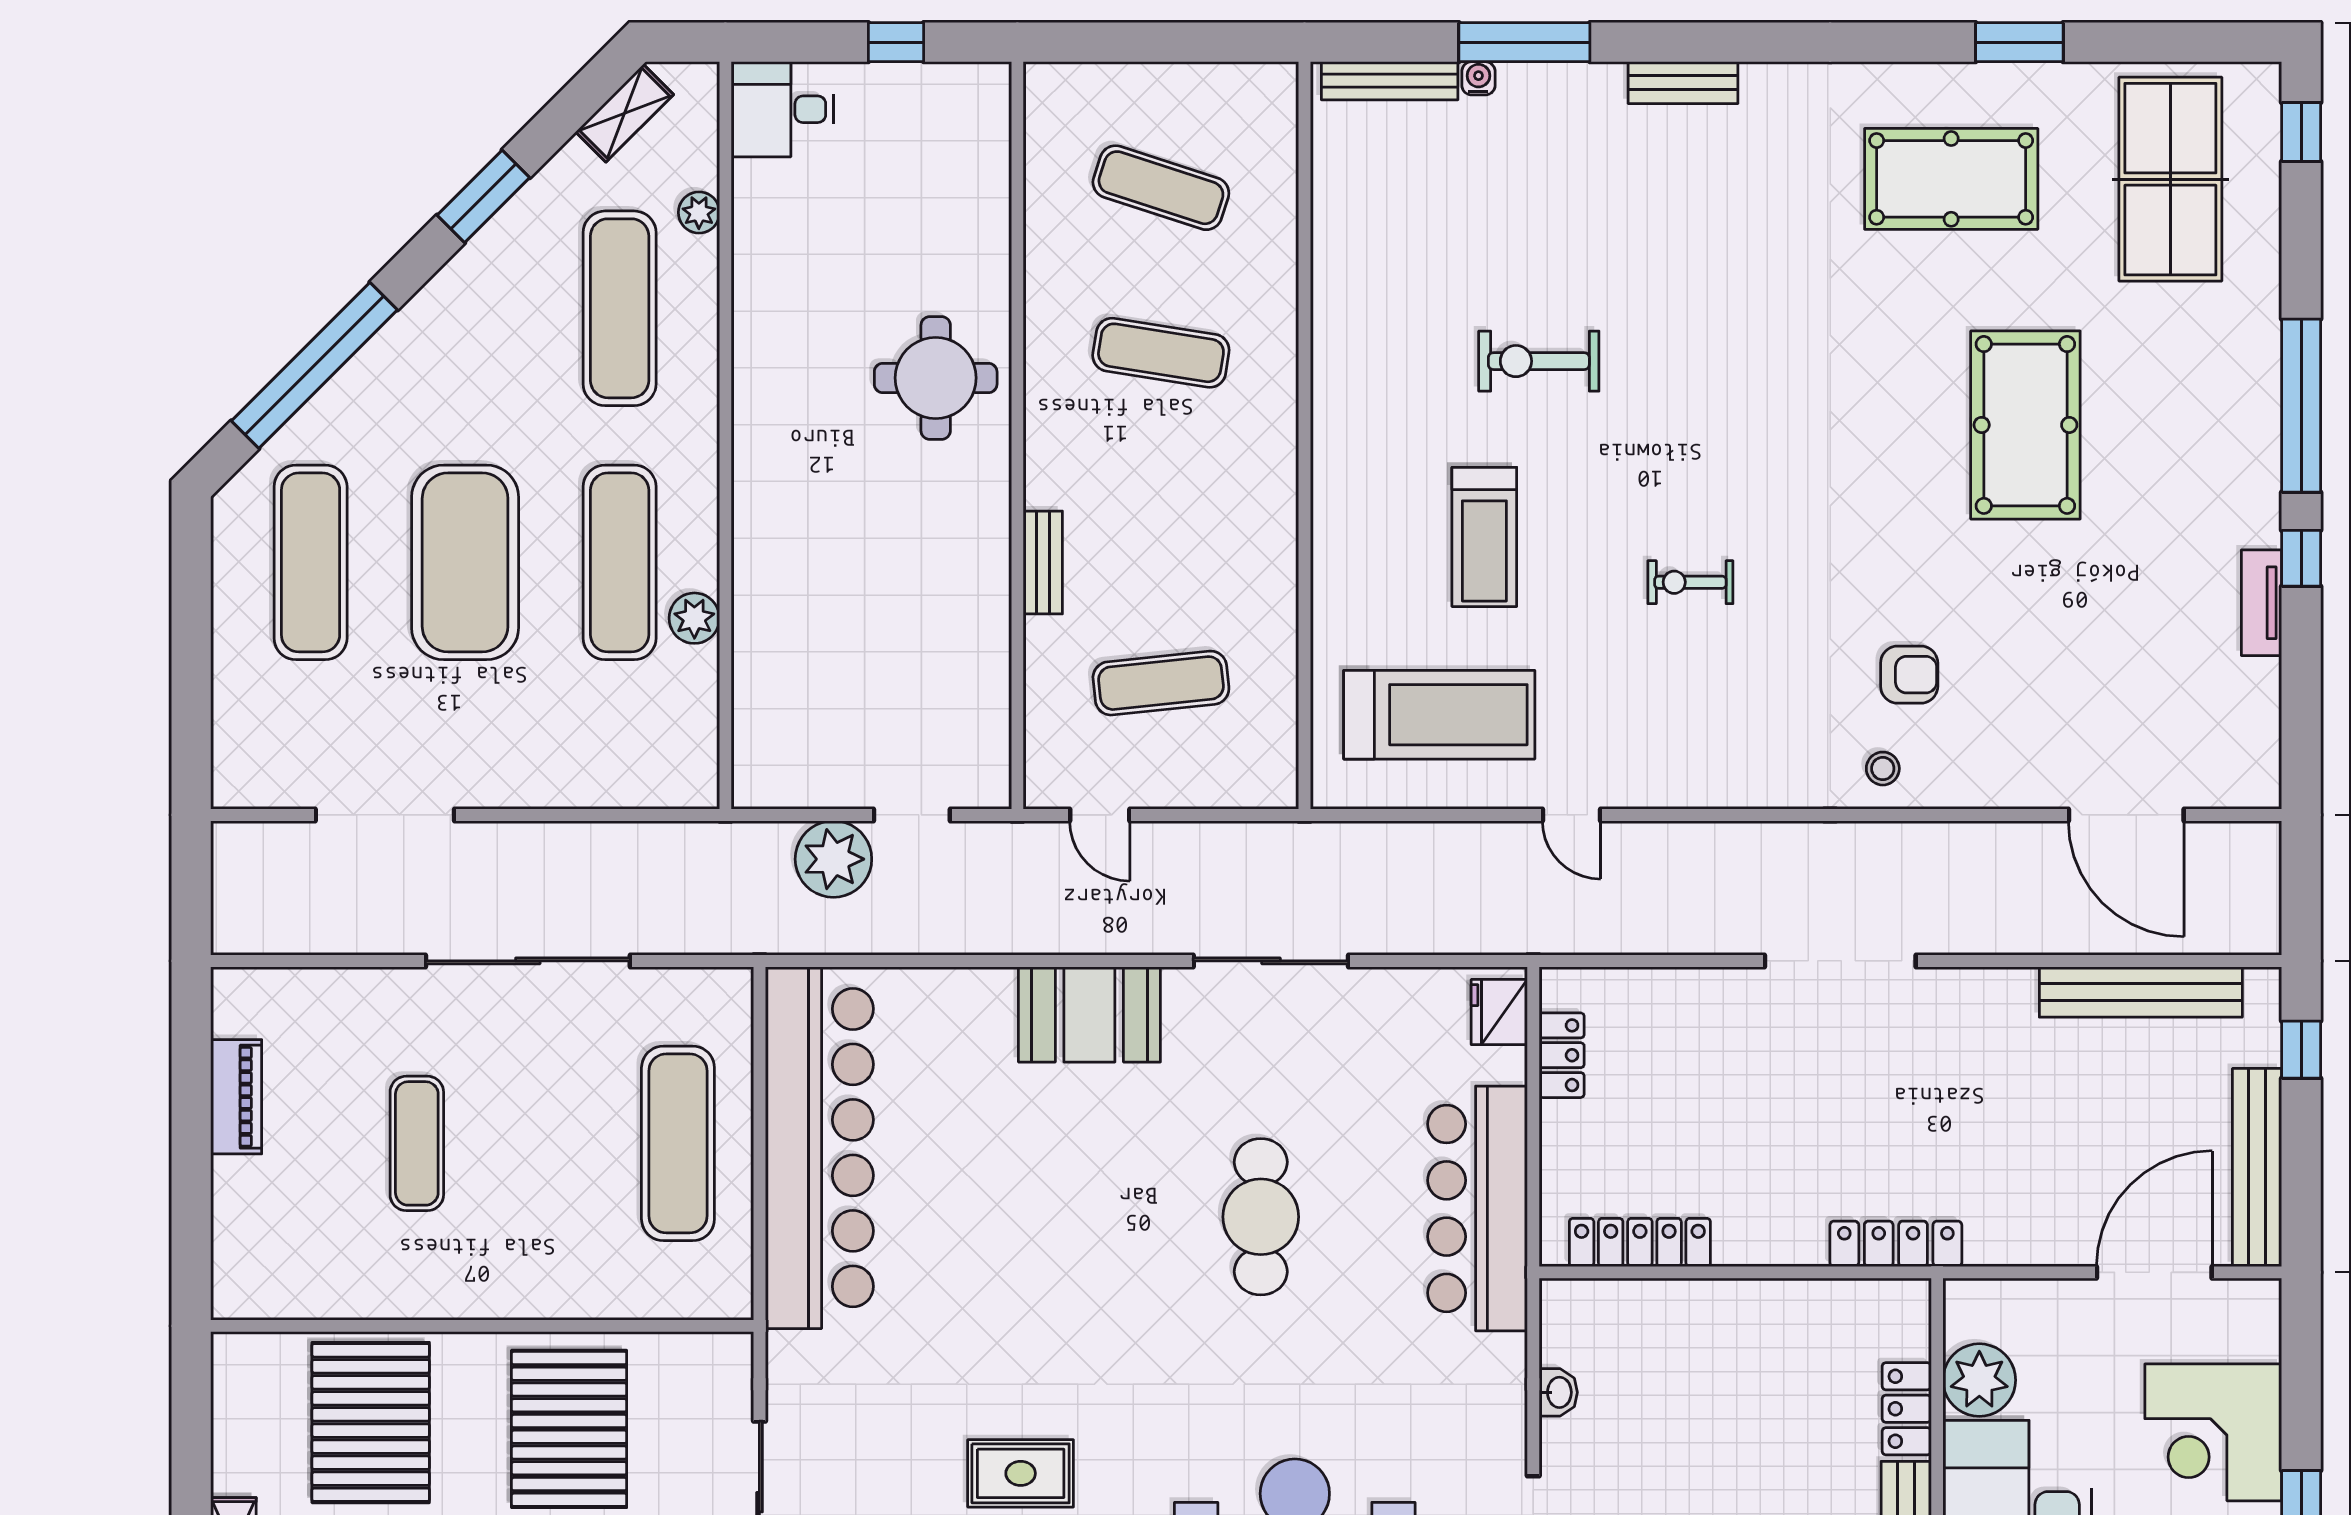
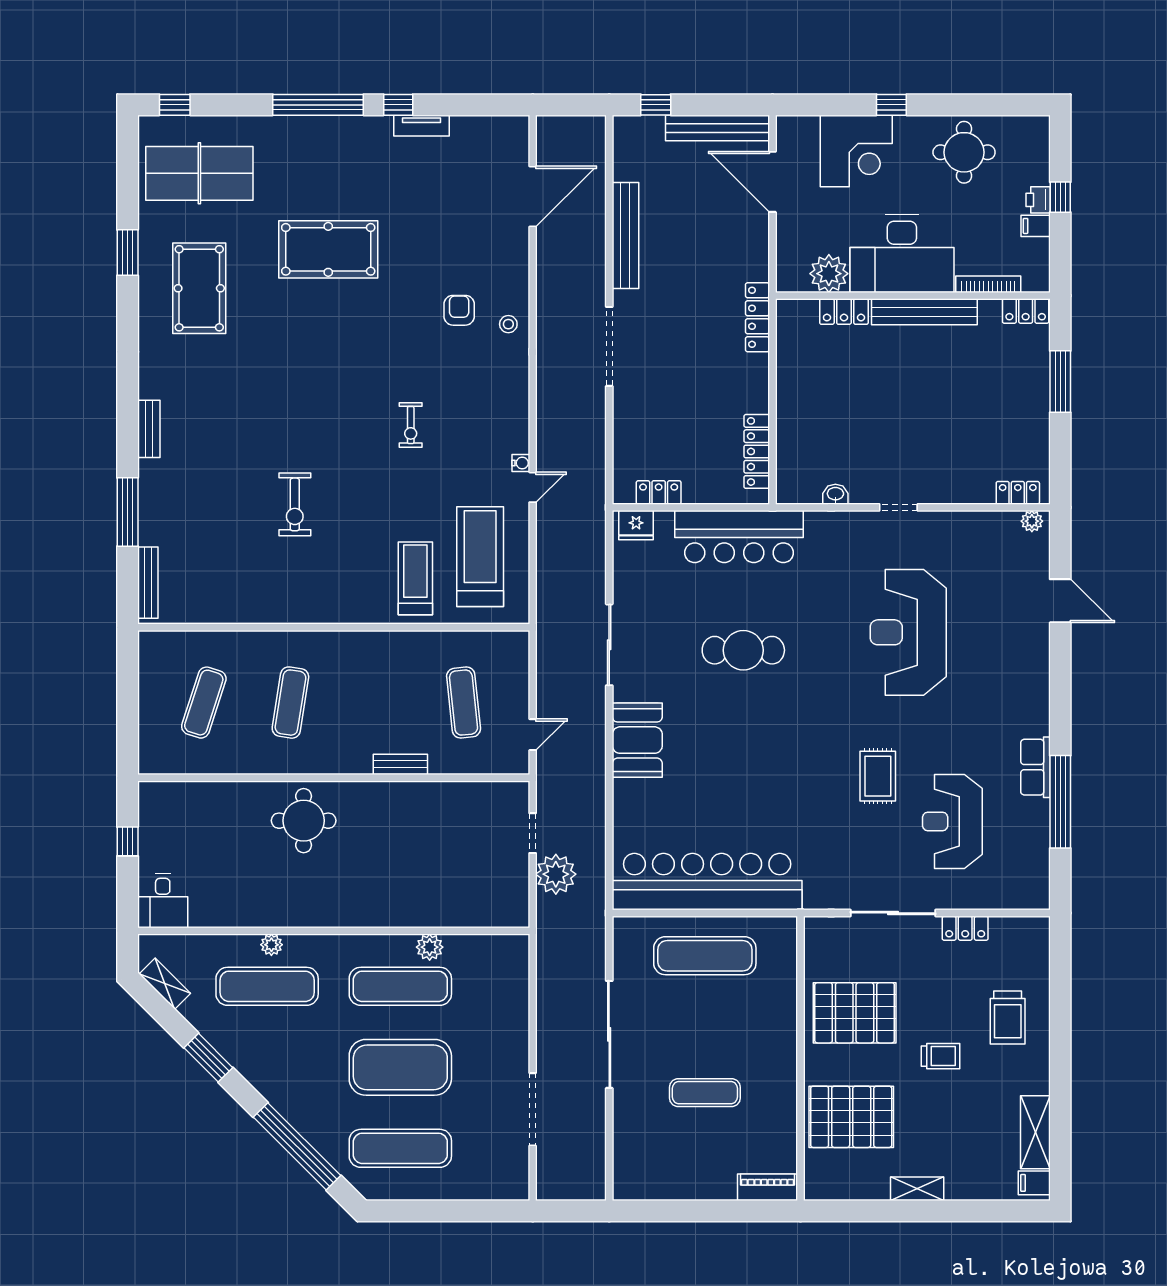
water cooler: (1478, 78) -> (521, 463), moved, turned 180
plant: (699, 212) -> (271, 945), moved
treadmill: (1484, 537) -> (415, 578), moved, turned -90
bench: (2141, 992) -> (625, 235), moved
piano: (236, 1097) -> (767, 1187), moved

